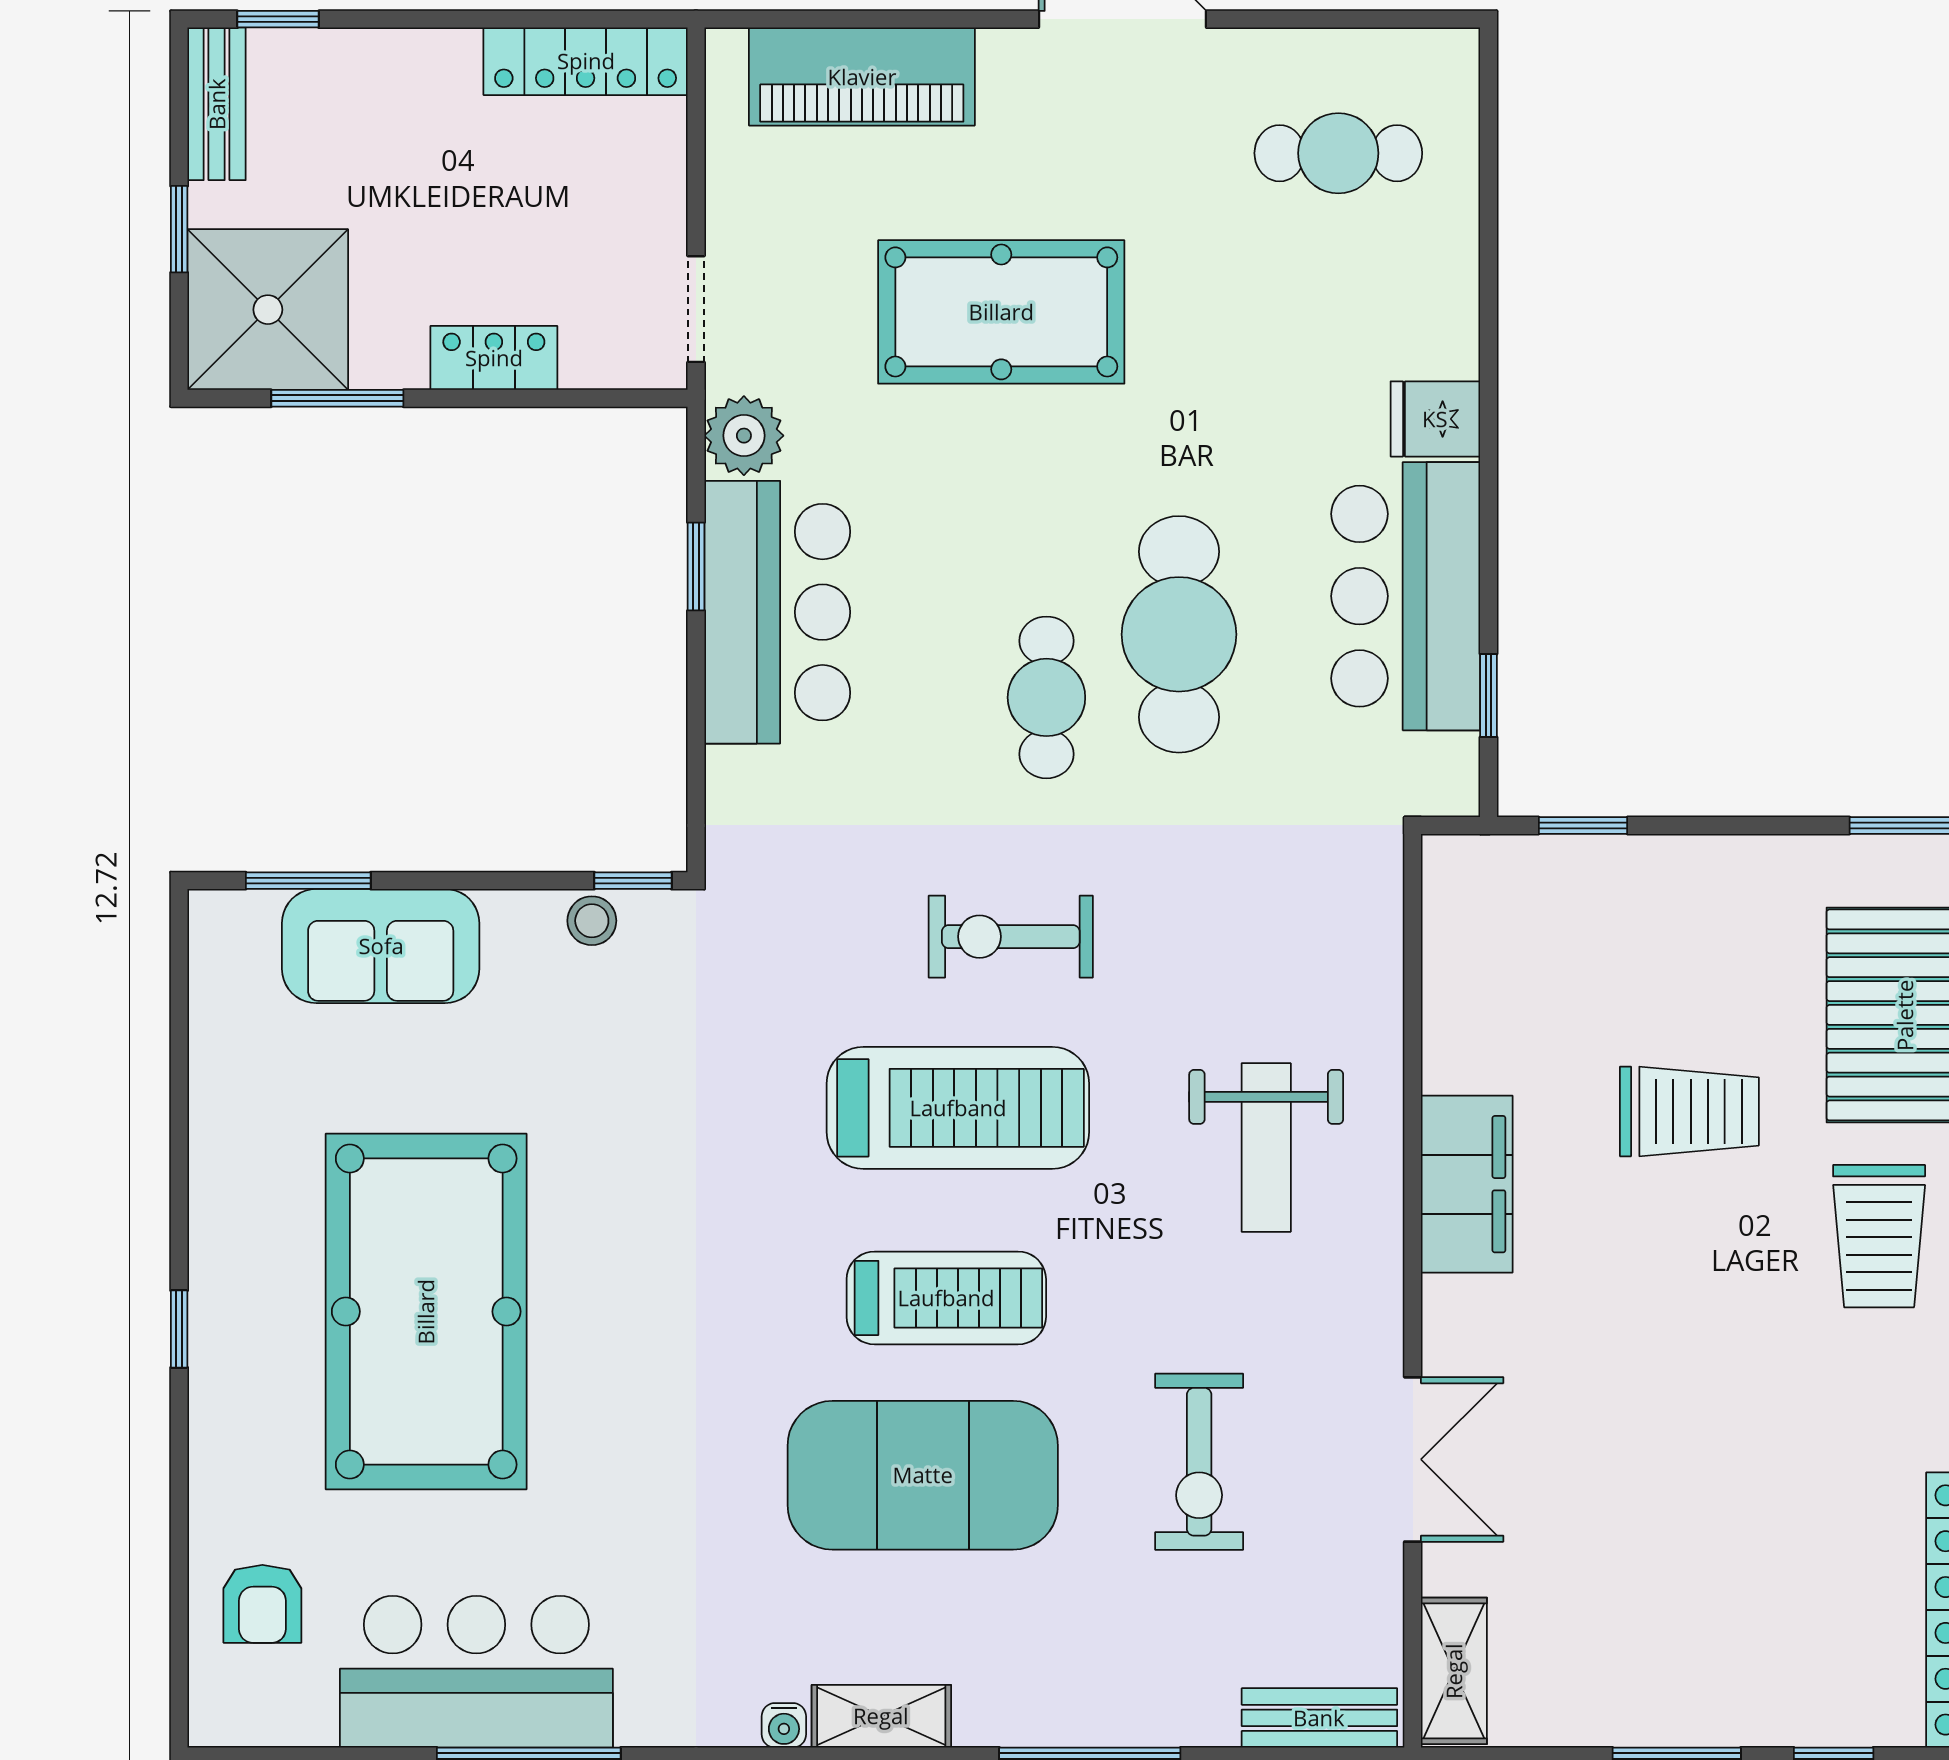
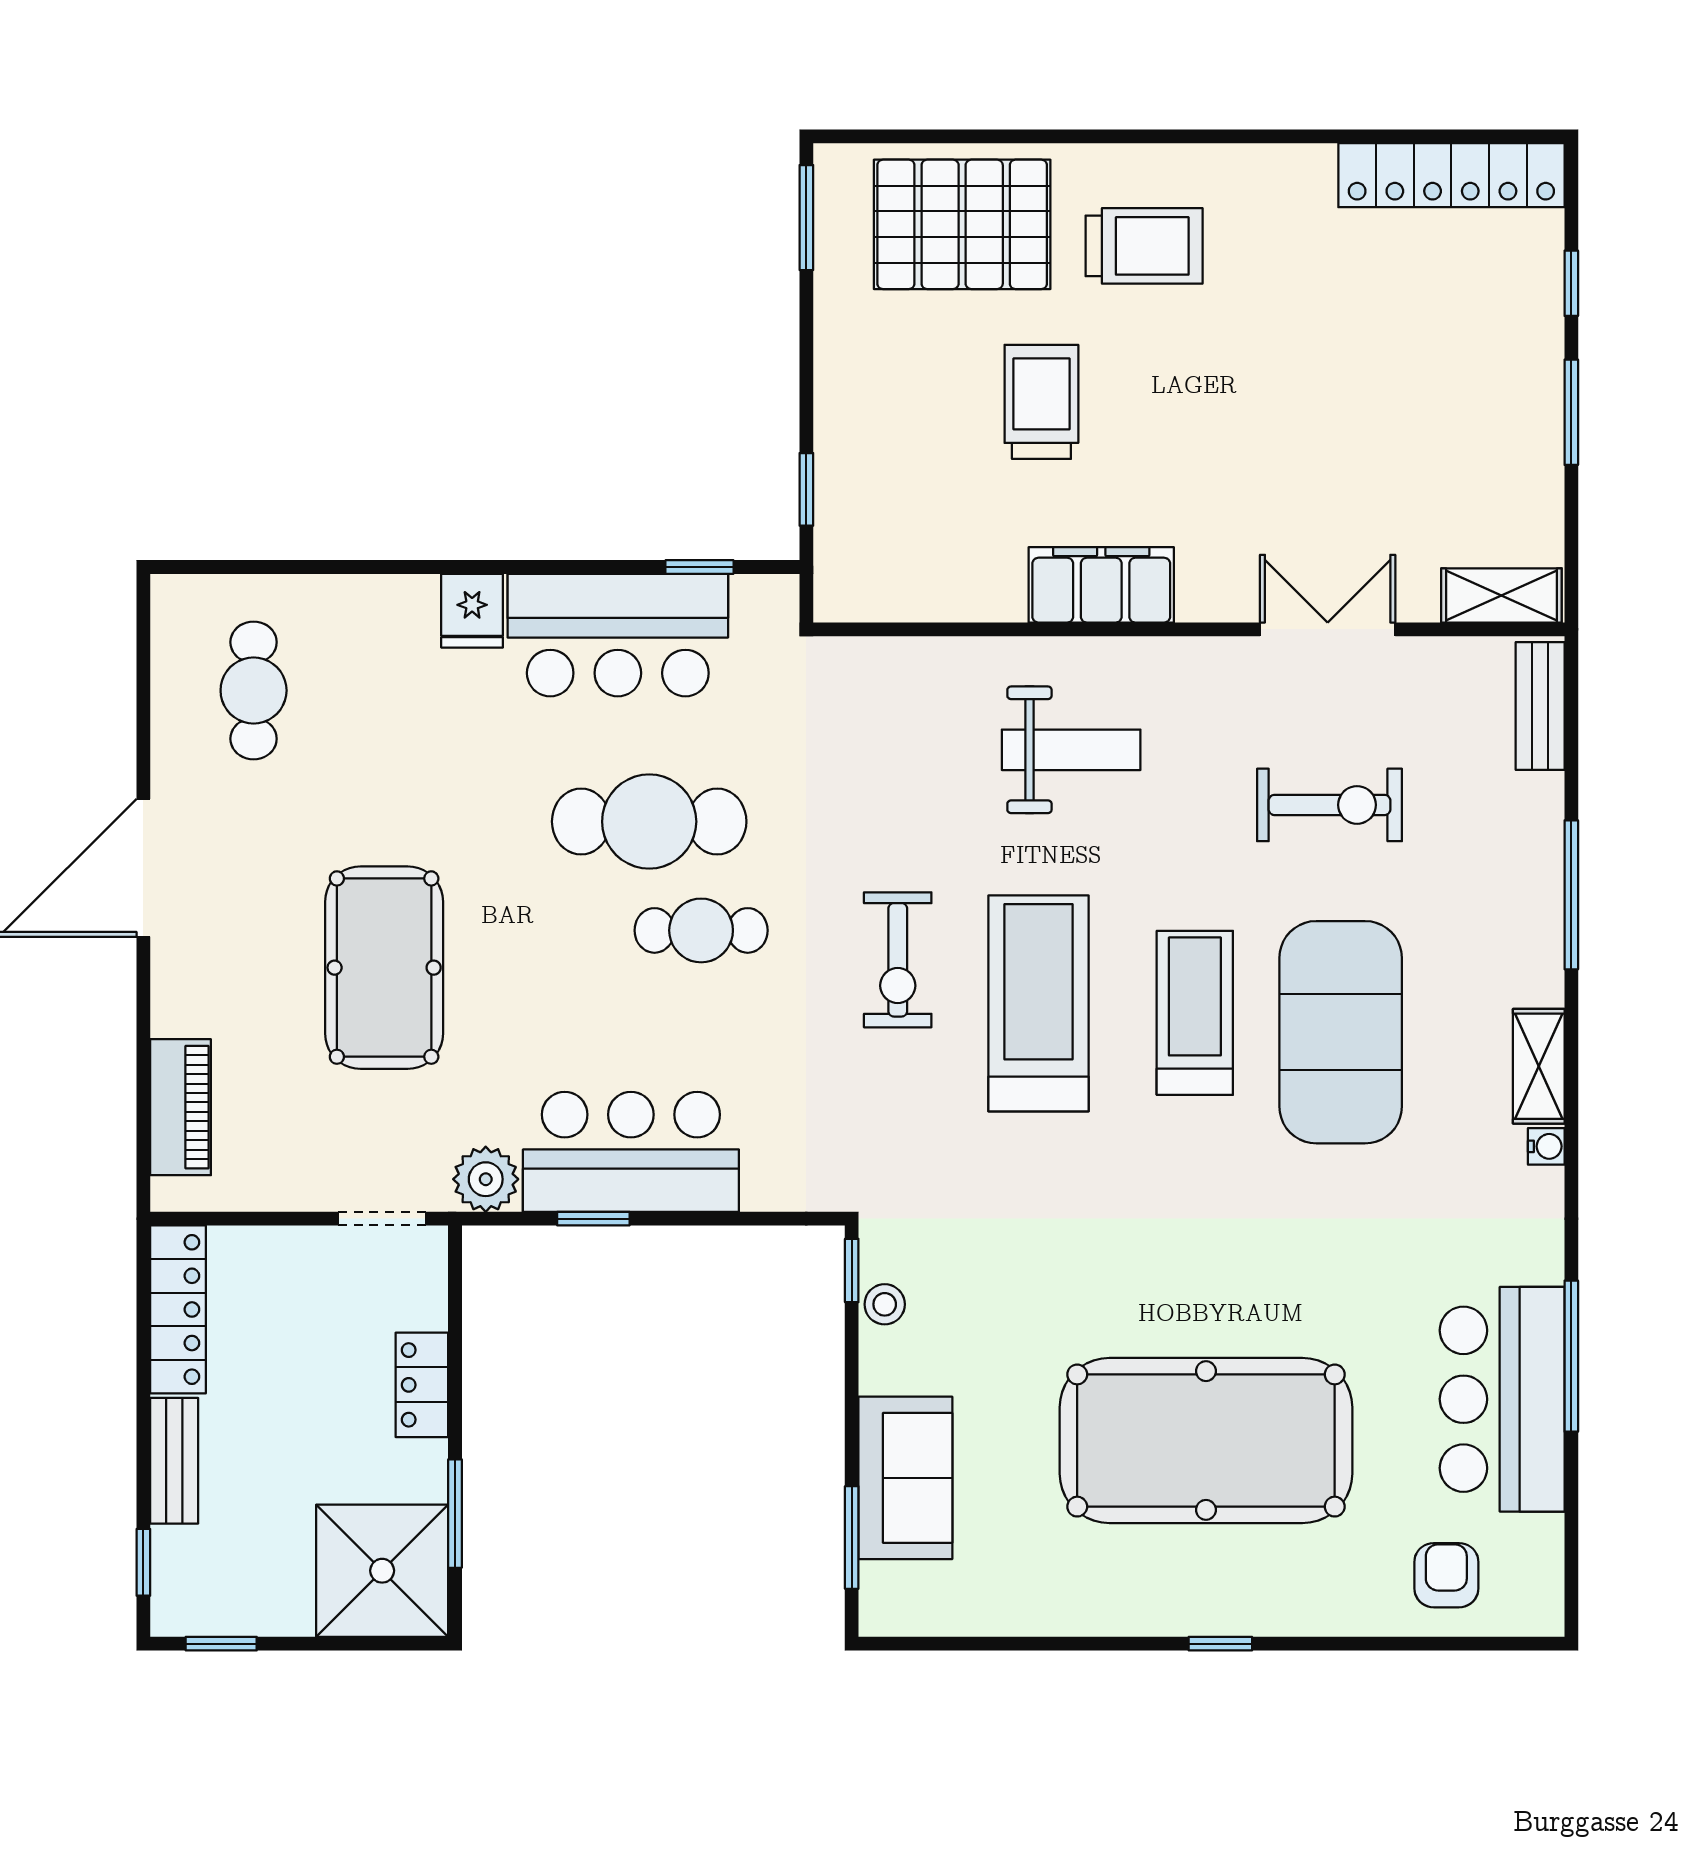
piano: (862, 77) -> (181, 1107), width x0.73, depth x0.75
bench: (217, 104) -> (174, 1461), moved, turned 90
window: (179, 229) -> (221, 1644), moved
armchair: (262, 1604) -> (1446, 1575), turned -90

